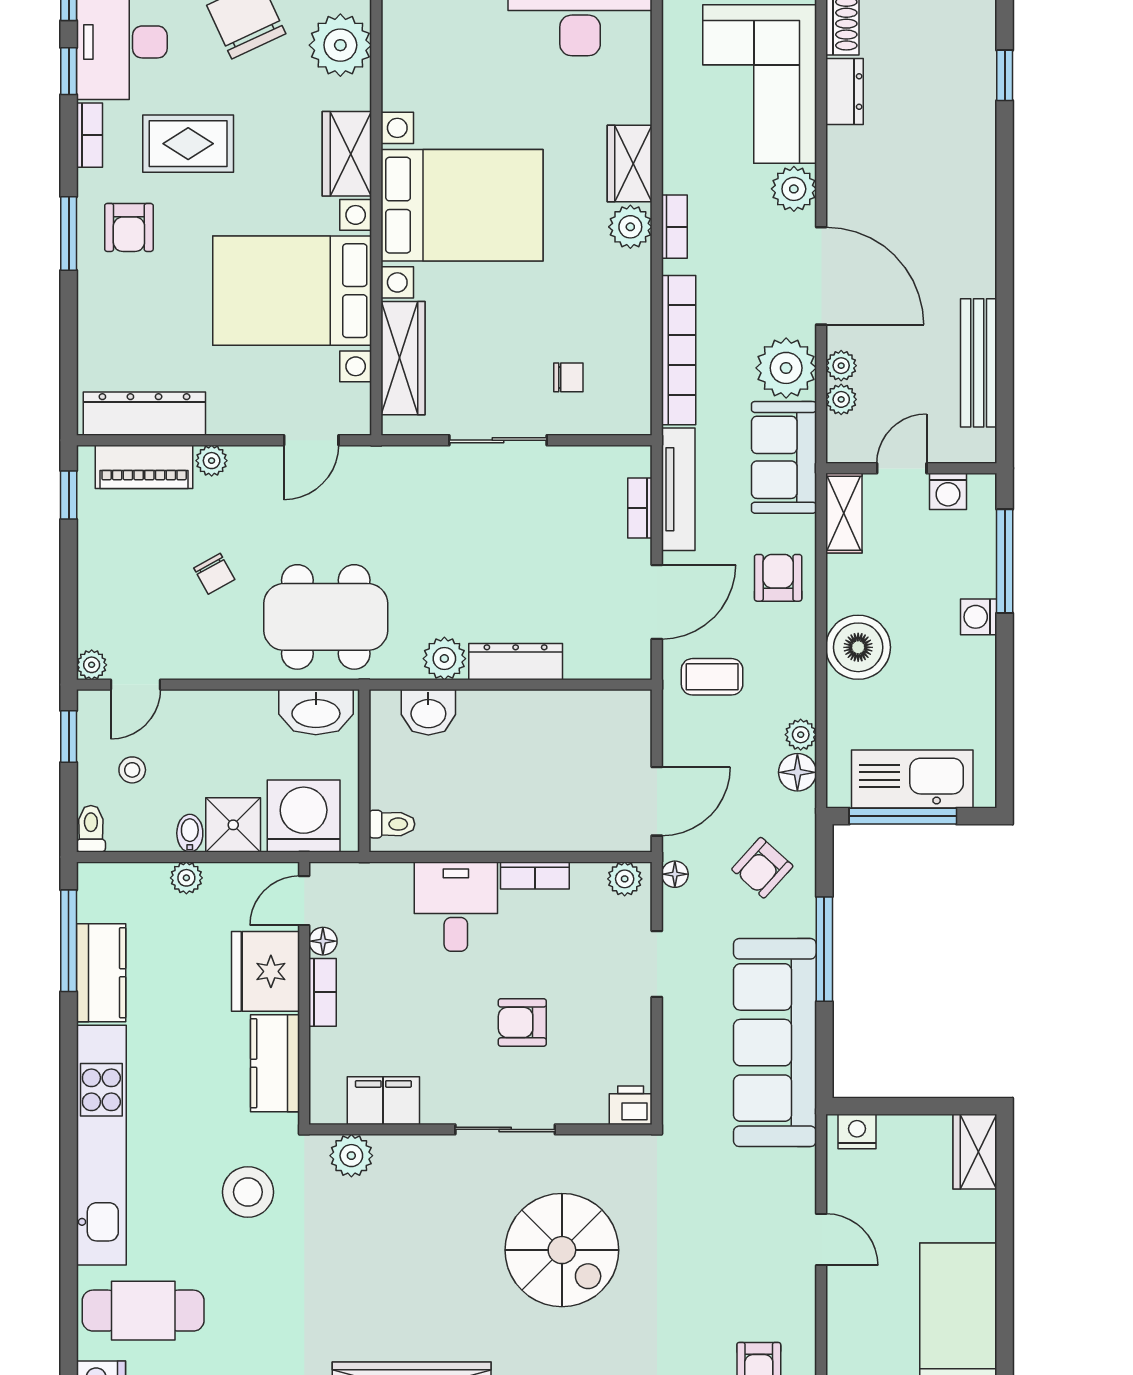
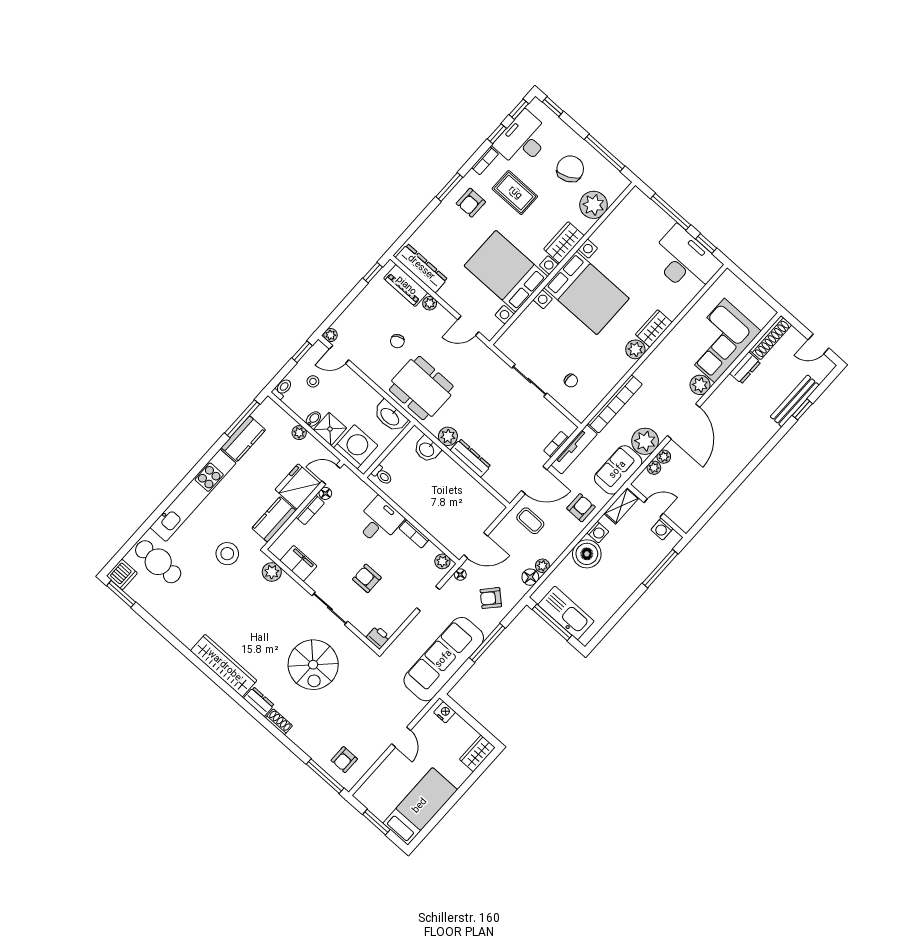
bookcase: (674, 227) -> (650, 362), removed
wardrobe: (403, 358) -> (522, 326), removed
bench: (979, 363) -> (795, 401), moved
washing machine: (979, 617) -> (598, 532), moved, turned 180

